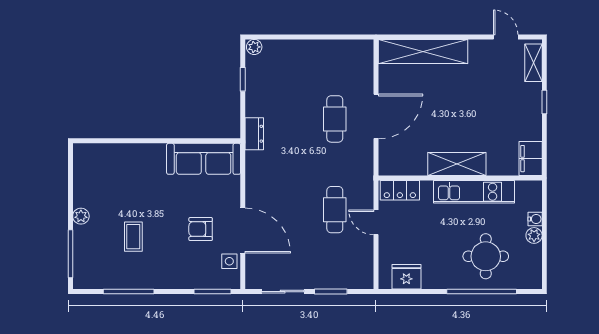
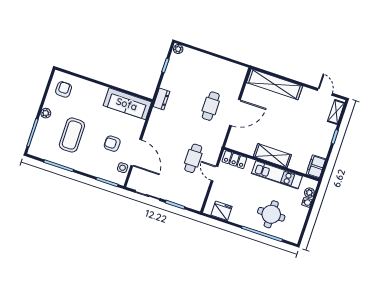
armchair: (96, 170) -> (64, 89), added
plant: (534, 235) -> (309, 193), moved
coffee table: (133, 237) -> (72, 135), width x1.86, depth x1.72

